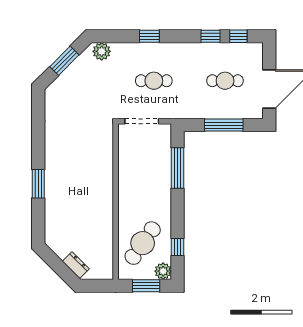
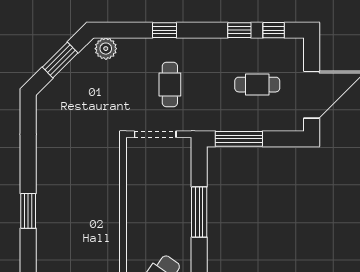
cafe table: (154, 81) -> (170, 85), turned 90
window: (224, 125) -> (239, 139), moved
window: (178, 168) -> (199, 212), moved

